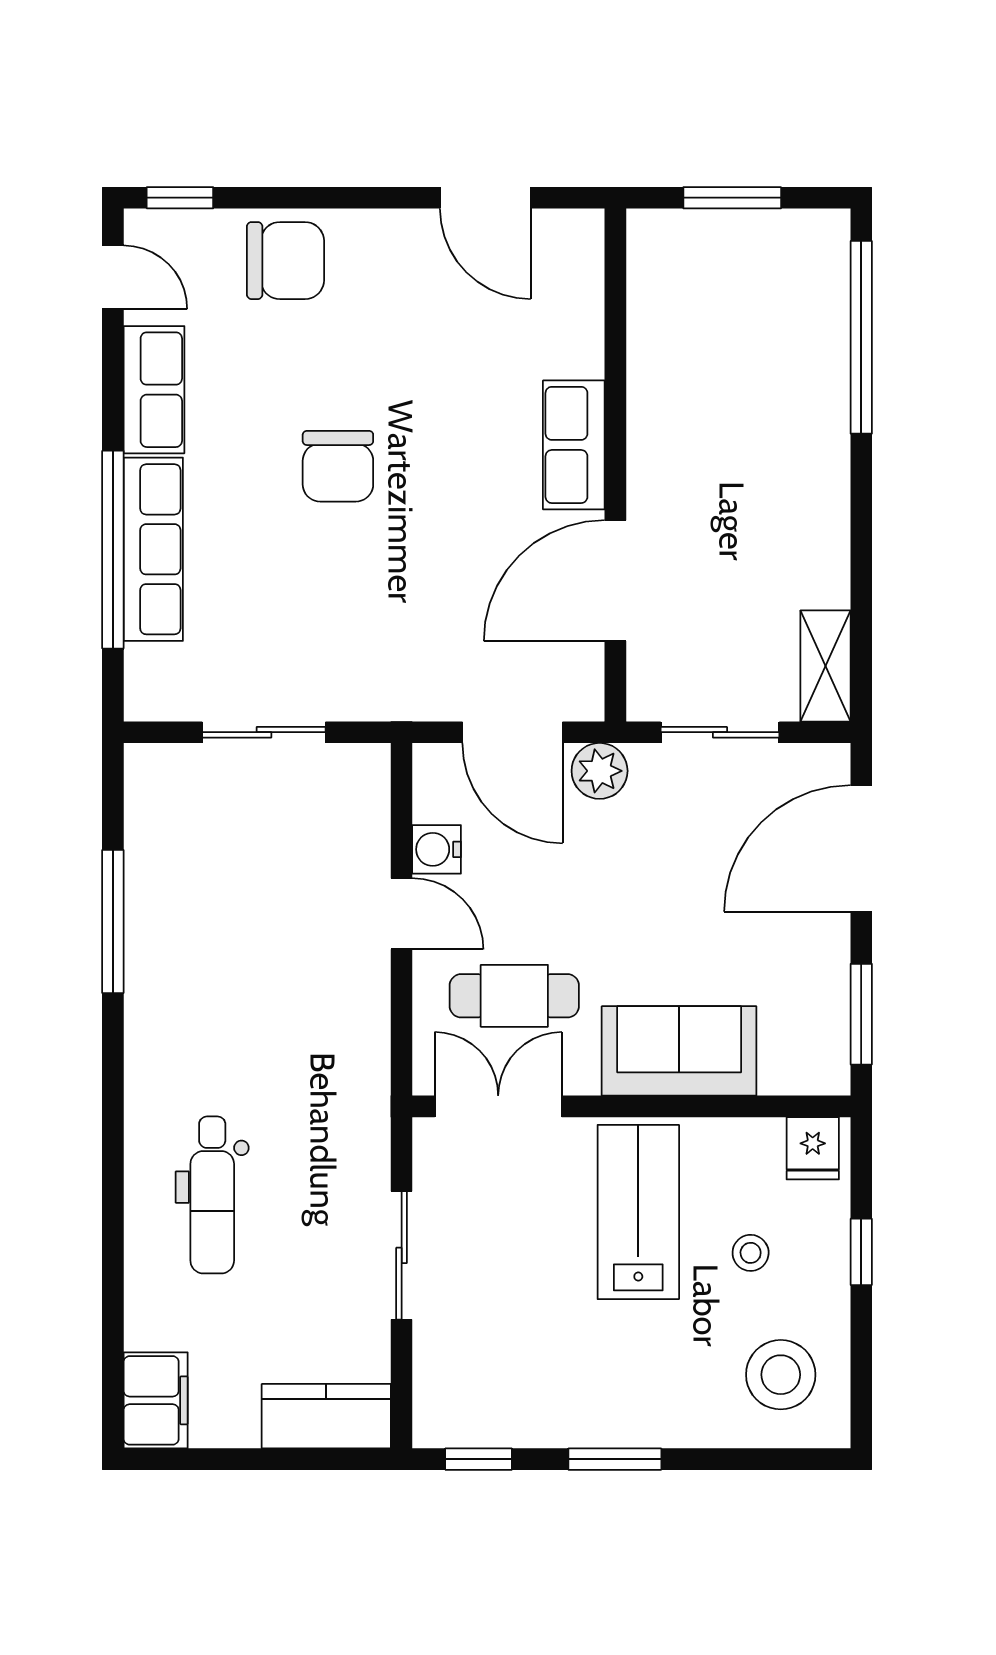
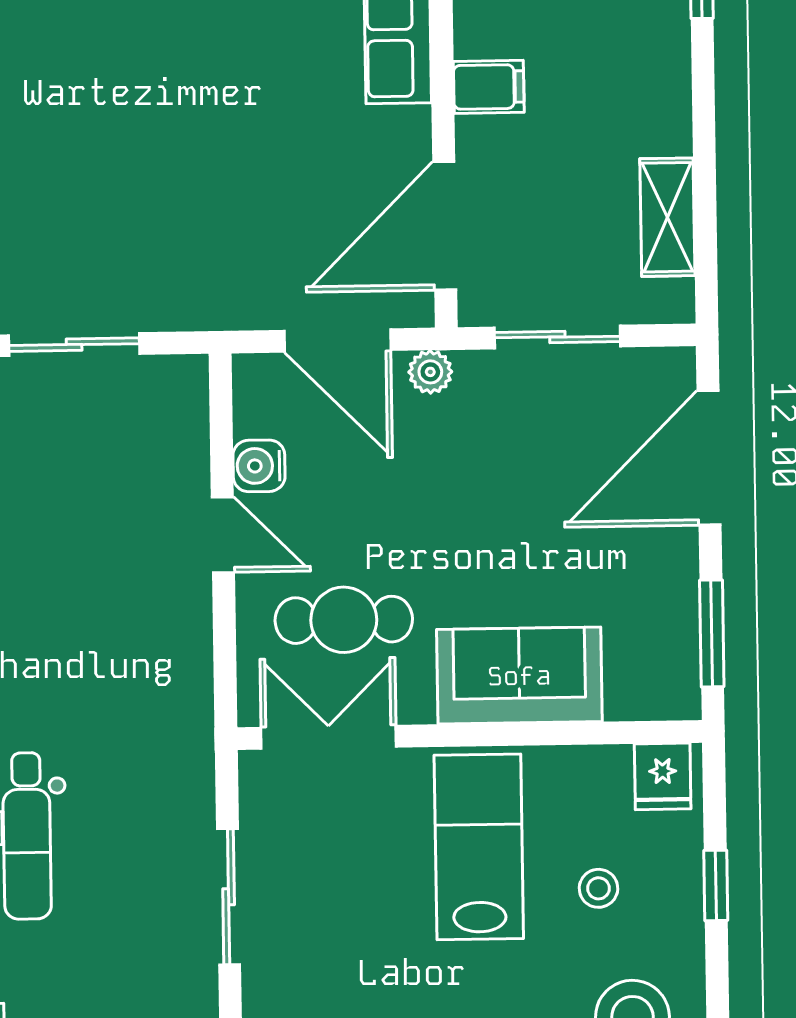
chair: (338, 466) -> (148, 61), removed
filing cabinet: (659, 495) -> (489, 87), added
door: (615, 581) -> (445, 226), moved
shelving: (825, 666) -> (667, 217), moved
plant: (600, 771) -> (430, 372), width x0.73, depth x0.73

